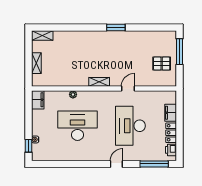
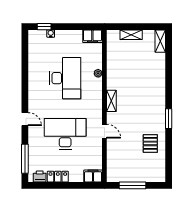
window: (179, 52) -> (132, 185), moved
pallet: (162, 64) -> (150, 143), moved
filing cabinet: (171, 113) -> (93, 176), moved

